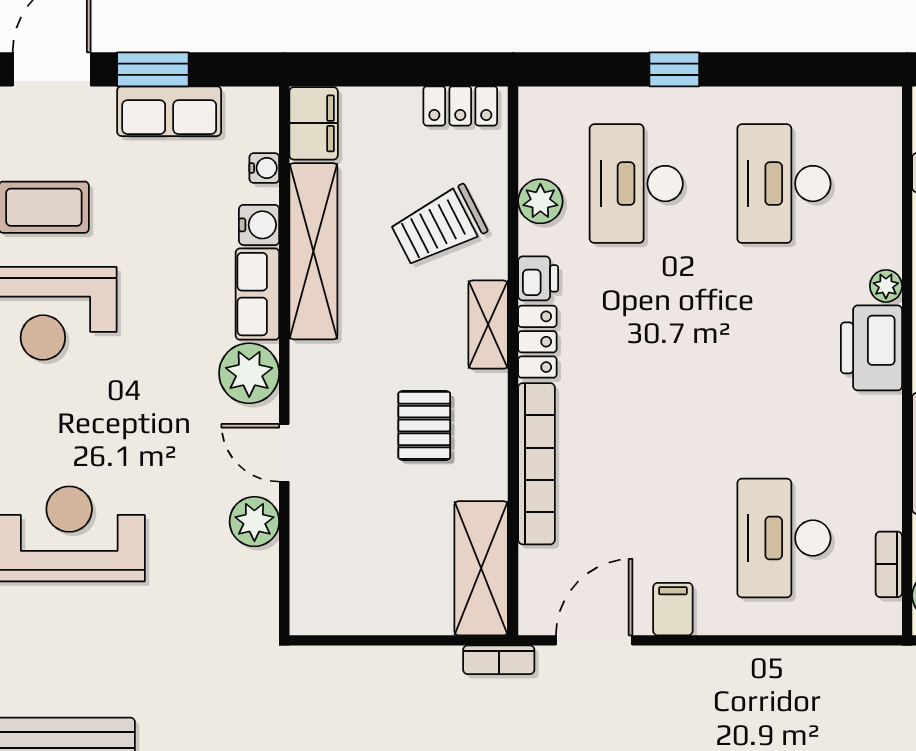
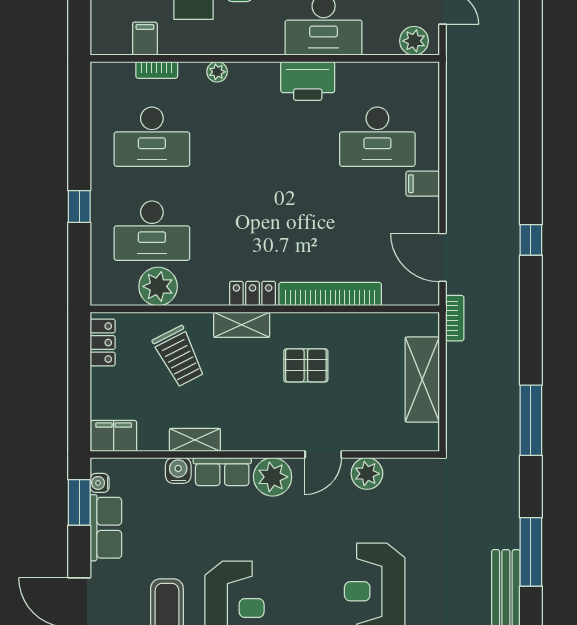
window: (153, 69) -> (79, 502), moved
water cooler: (264, 168) -> (100, 483), moved, turned -90
plant: (540, 201) -> (158, 286), width x1.36, depth x1.36
shelving: (313, 251) -> (195, 440), width x0.45, depth x0.75
printer: (538, 278) -> (212, 293), removed
printer: (871, 348) -> (308, 81), moved
bookcase: (889, 564) -> (157, 70), moved
shelving: (481, 568) -> (422, 380), moved, turned 90
filing cabinet: (673, 609) -> (423, 184), moved

